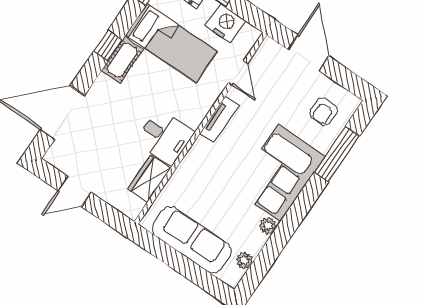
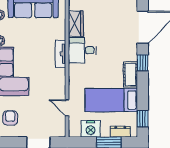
window: (108, 46) -> (143, 63), moved
tv unit: (219, 119) -> (61, 54), moved

